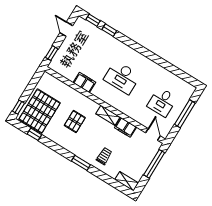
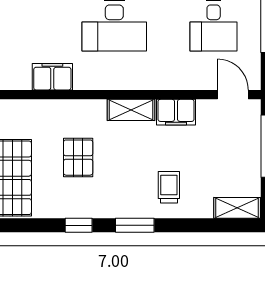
window: (34, 134) -> (79, 225), moved

